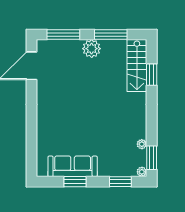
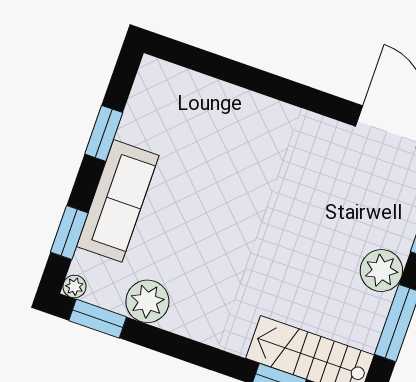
plant: (142, 144) -> (147, 301), width x1.88, depth x1.88
sofa: (73, 166) -> (118, 201), moved

